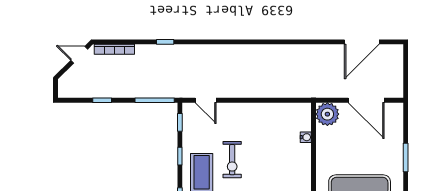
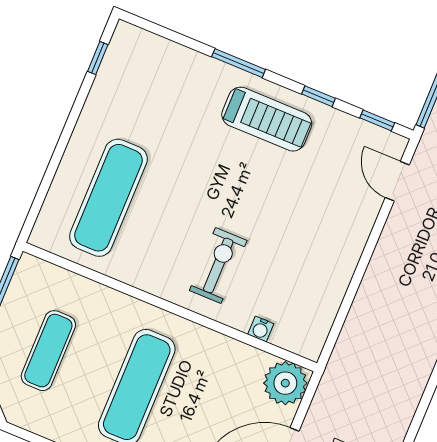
door: (206, 100) -> (397, 181), hinge flipped
exercise bike: (232, 160) -> (218, 265), moved, turned 90

